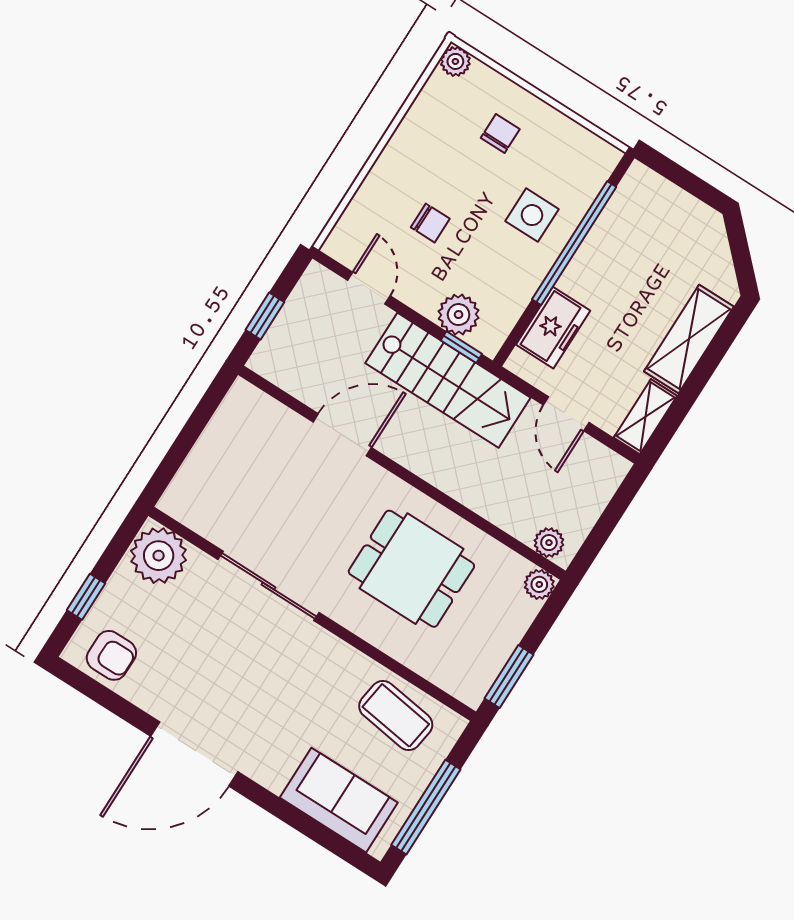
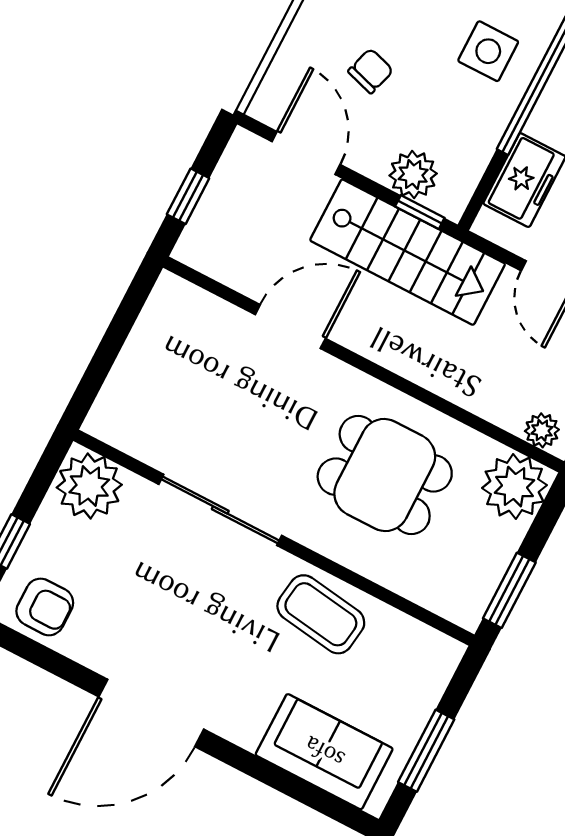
chair: (430, 223) -> (371, 71), turned -73
door: (369, 288) -> (306, 153), width x1.37
plant: (539, 584) -> (515, 487), width x1.87, depth x1.87
coffee table: (396, 715) -> (321, 614), moved
window: (426, 807) -> (426, 751), width x0.69

